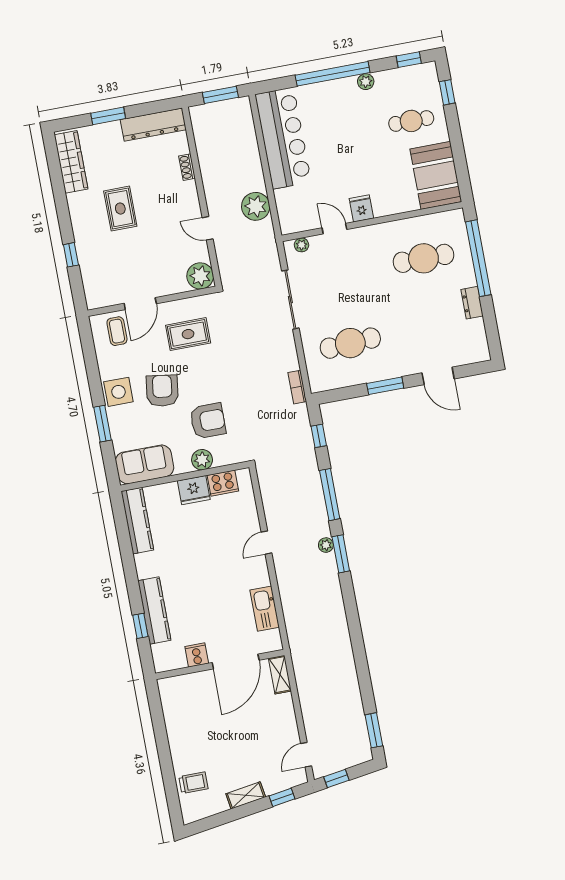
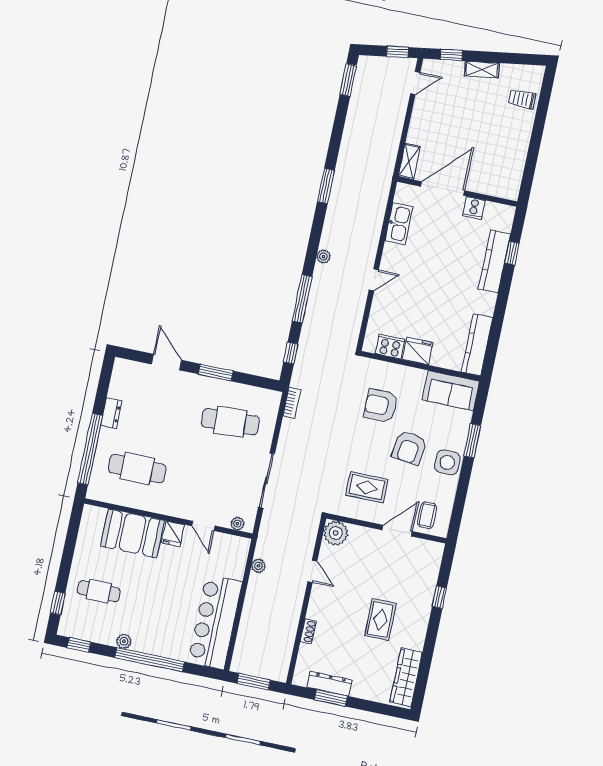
window: (108, 116) -> (331, 698), moved
dresser: (153, 125) -> (329, 684), width x0.73, depth x0.80
booth: (436, 175) -> (132, 533), moved, turned 90
plant: (256, 206) -> (258, 566), width x0.53, depth x0.53
plant: (202, 460) -> (400, 374), removed
window: (341, 554) -> (326, 186), moved

